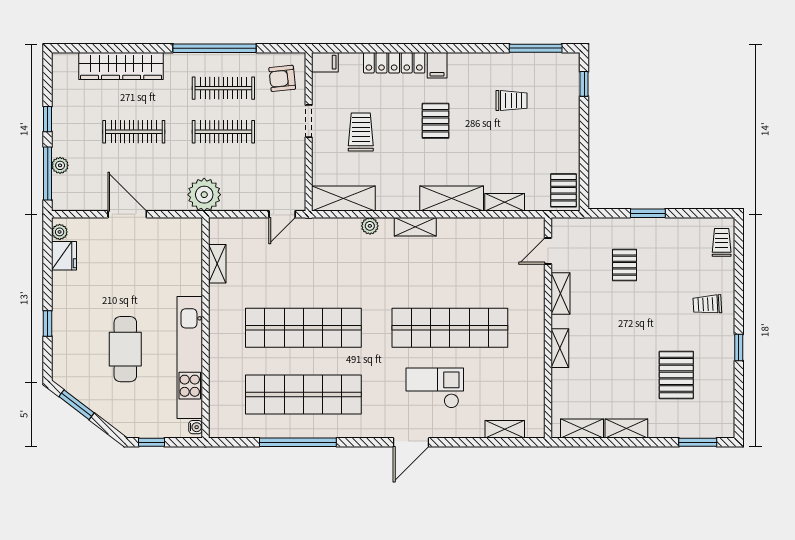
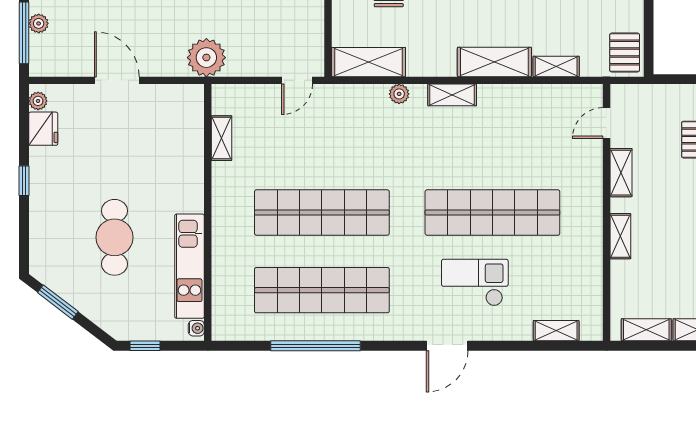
window: (48, 323) -> (24, 181), moved
kitchen unit: (190, 358) -> (189, 266), width x0.73

